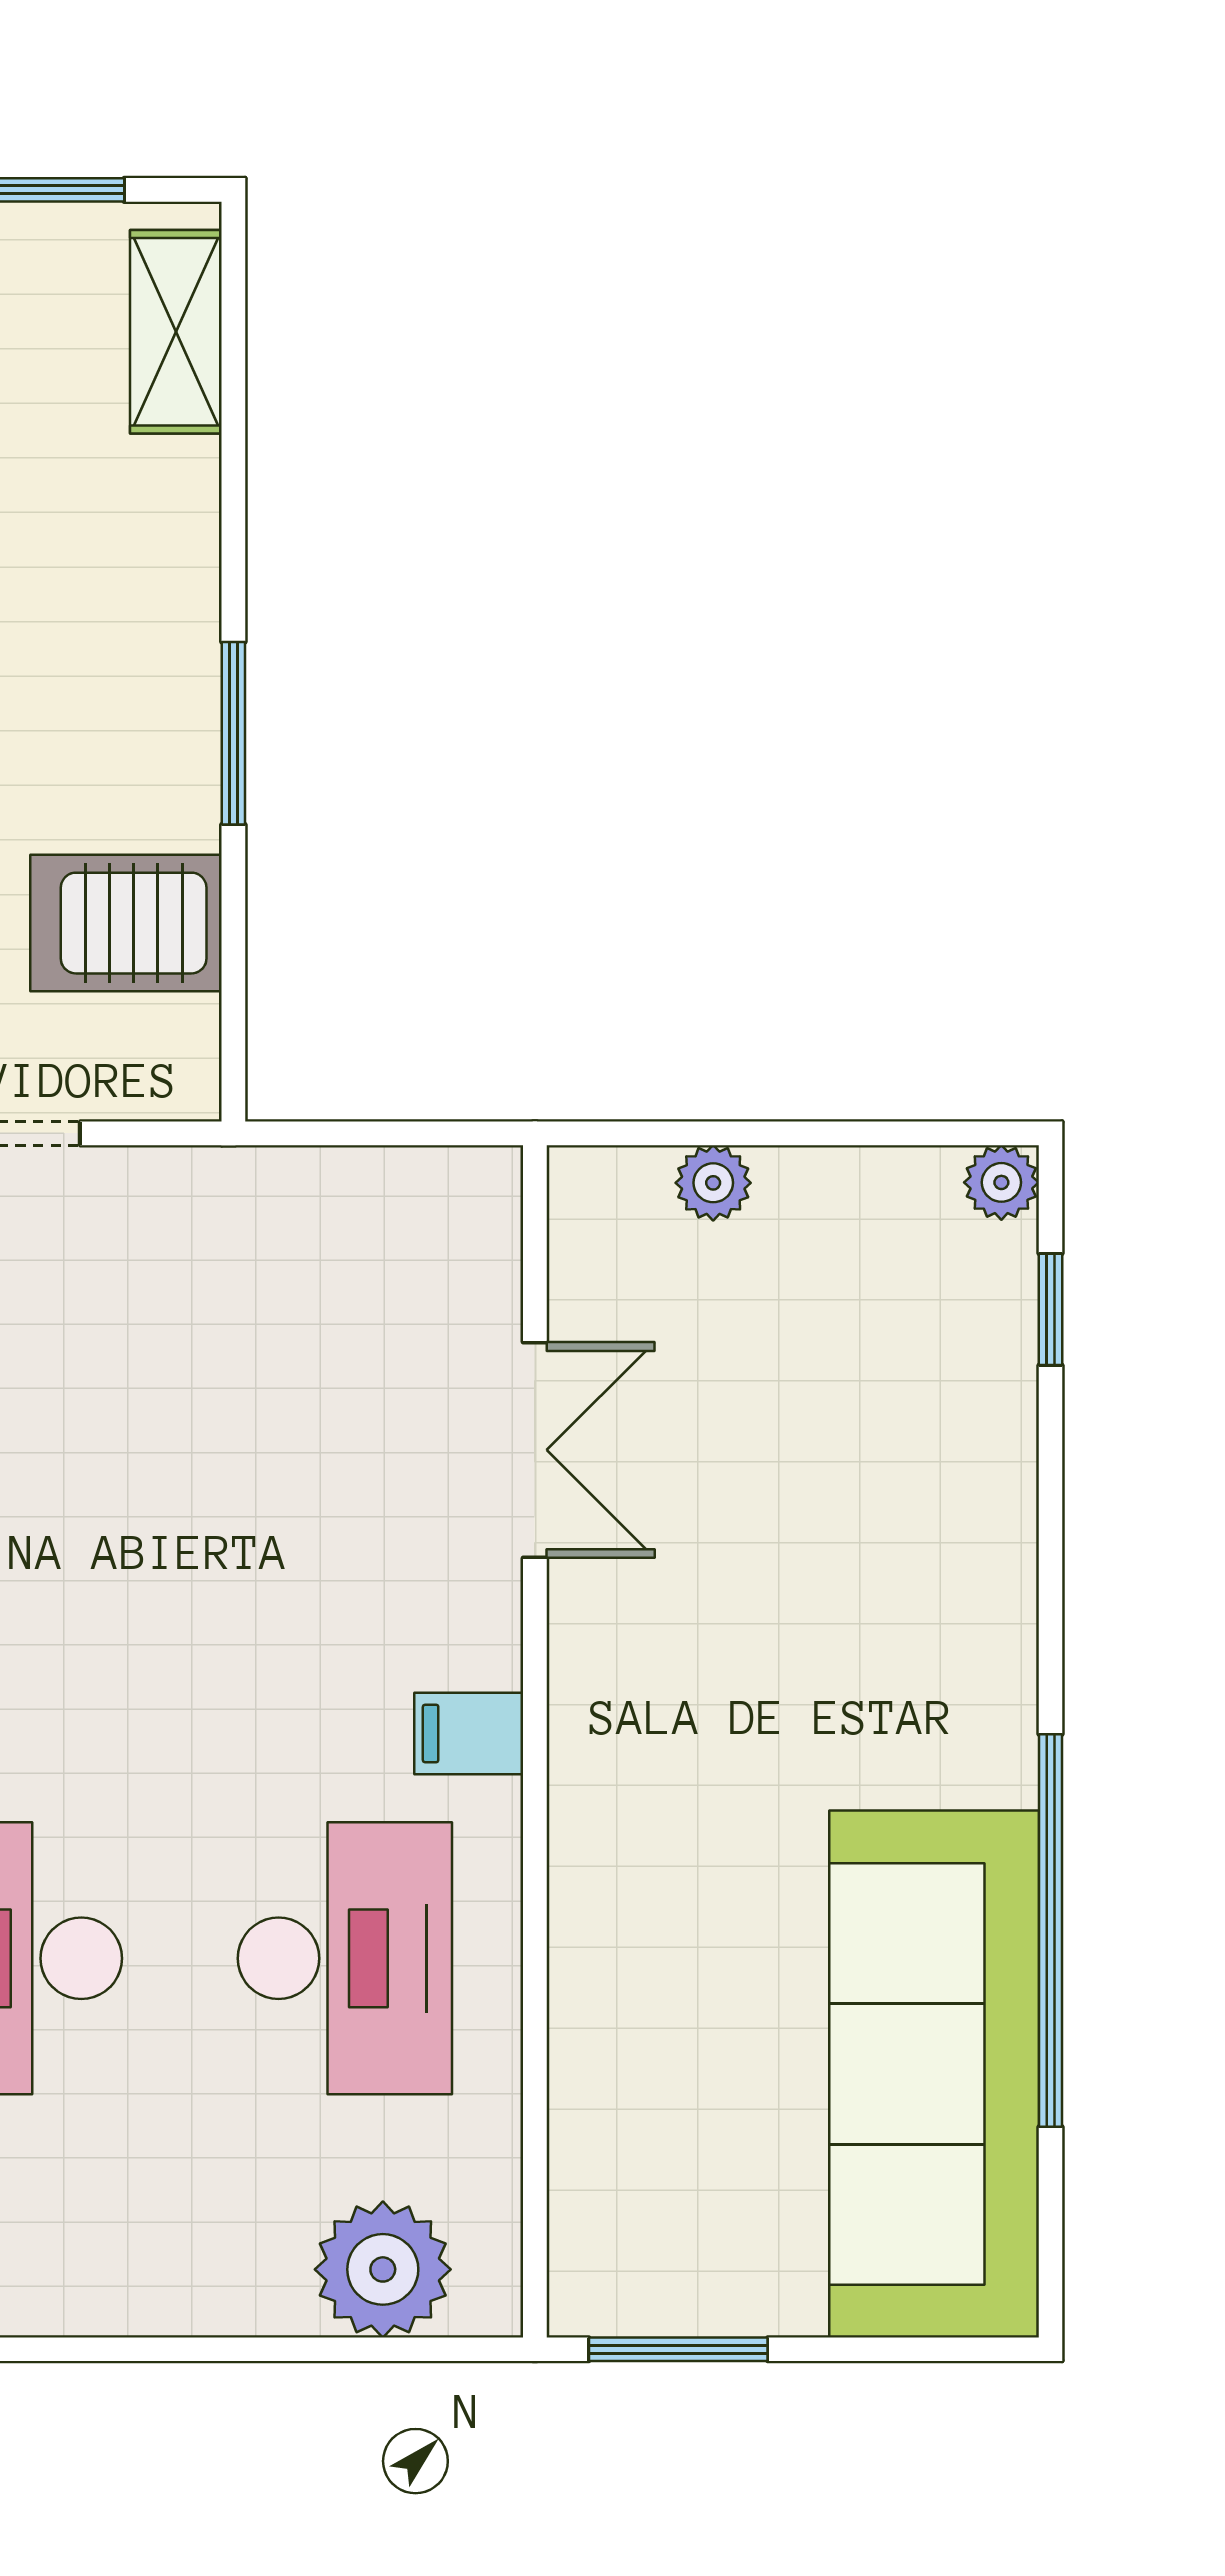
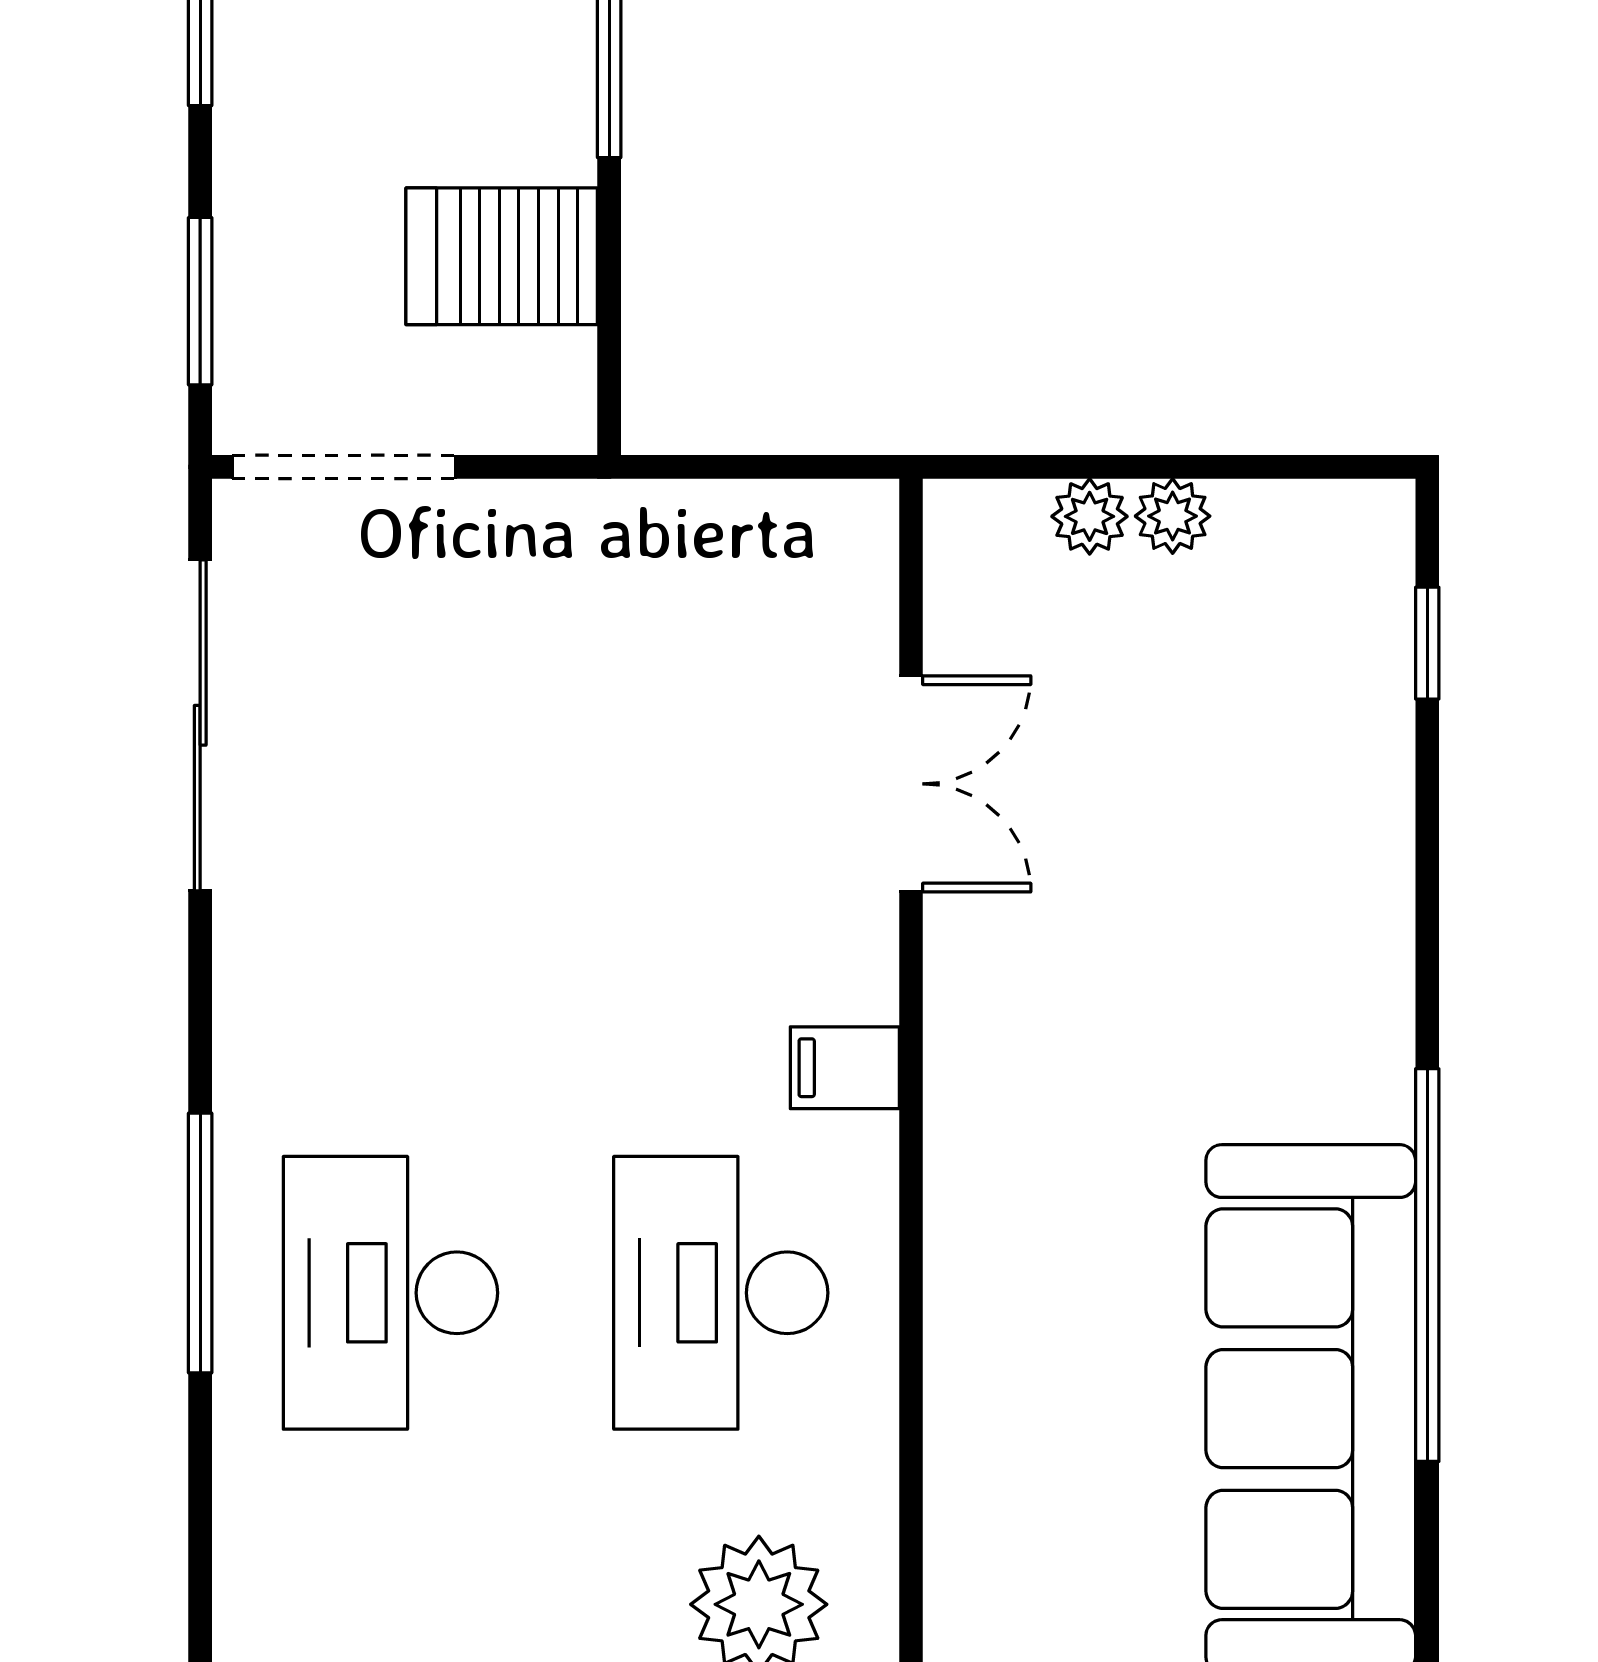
plant: (1001, 1182) -> (1173, 516), moved
desk: (345, 1958) -> (721, 1293), turned 180

